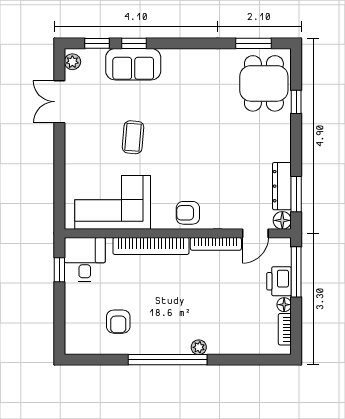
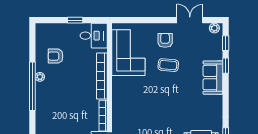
sofa: (133, 64) -> (213, 78), moved
armchair: (188, 213) -> (165, 40), moved
window: (59, 270) -> (75, 20), moved
plant: (199, 347) -> (40, 77), moved

